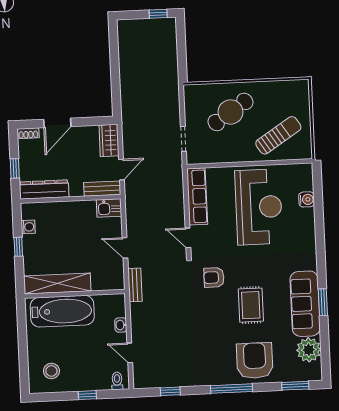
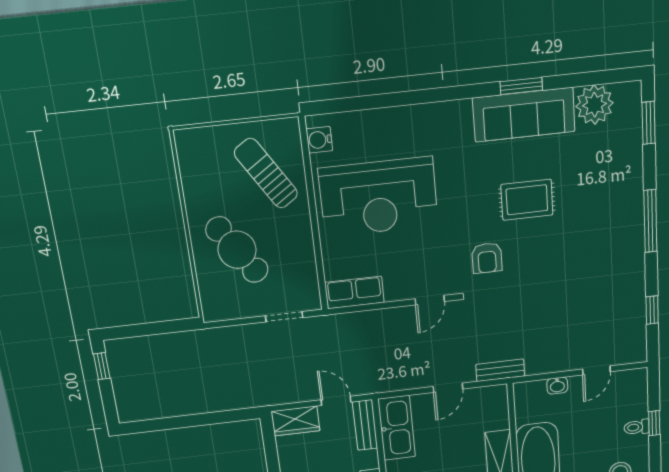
row of seats: (197, 196) -> (354, 292), width x0.68
water cooler: (307, 199) -> (319, 140), moved, turned -90
reception desk: (259, 207) -> (378, 197), turned 180
kitchen sink: (109, 208) -> (397, 428), width x1.88, depth x1.24
armchair: (255, 361) -> (610, 189), removed
toilet: (117, 381) -> (637, 427), moved

